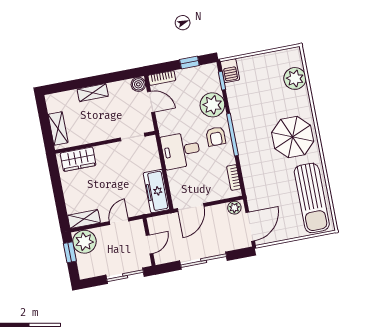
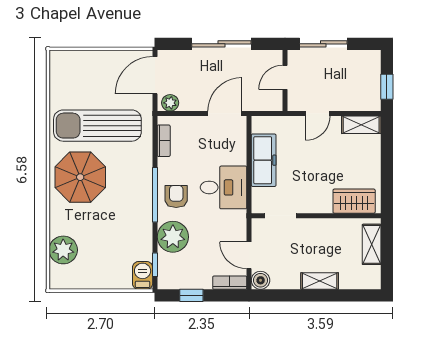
freezer: (156, 191) -> (264, 160), moved
sun lounger: (312, 198) -> (97, 126), moved, turned -90
plant: (84, 242) -> (366, 96), removed

